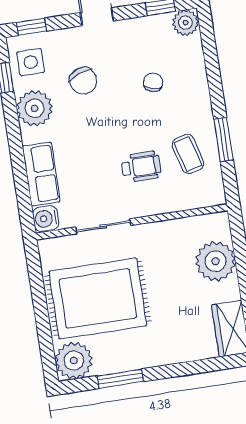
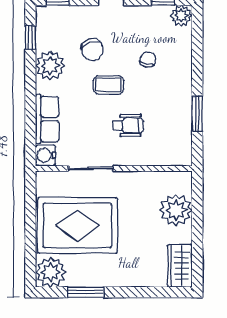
side table: (31, 62) -> (53, 28), removed
coffee table: (188, 154) -> (109, 85), moved, turned -75

